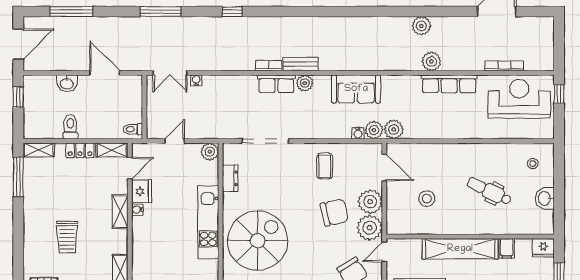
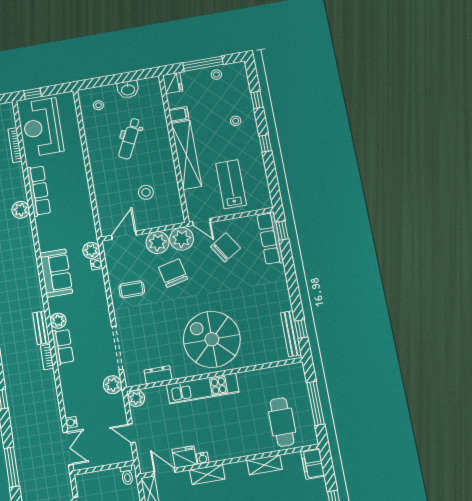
plant: (394, 129) -> (113, 385), moved

